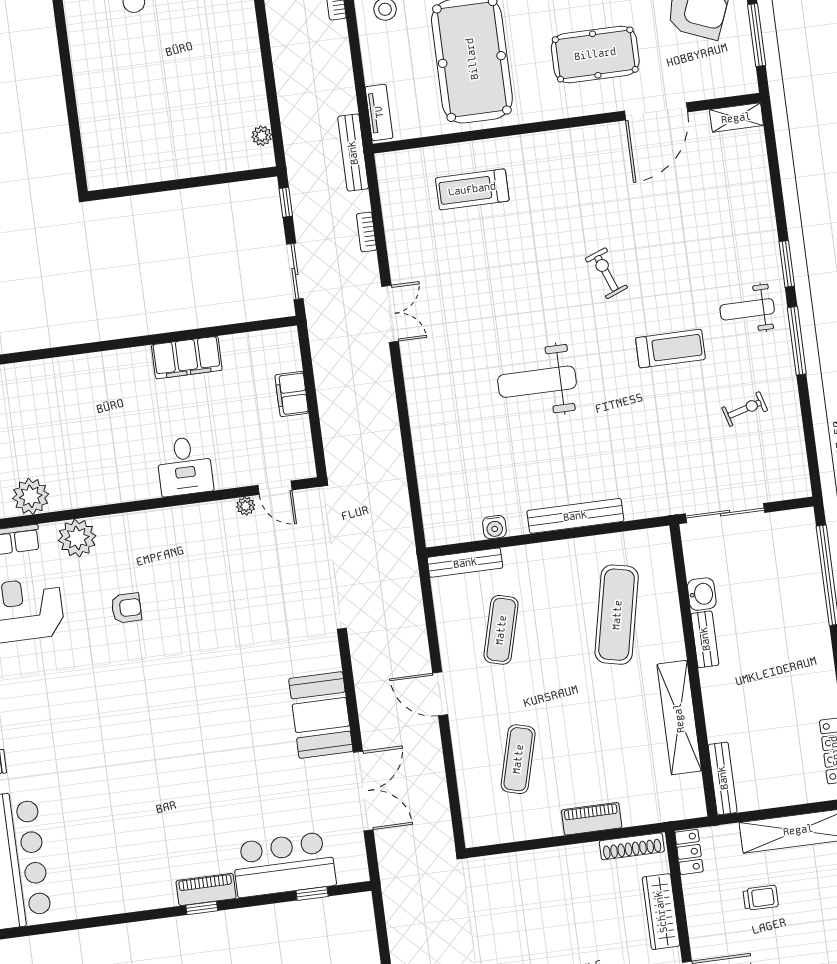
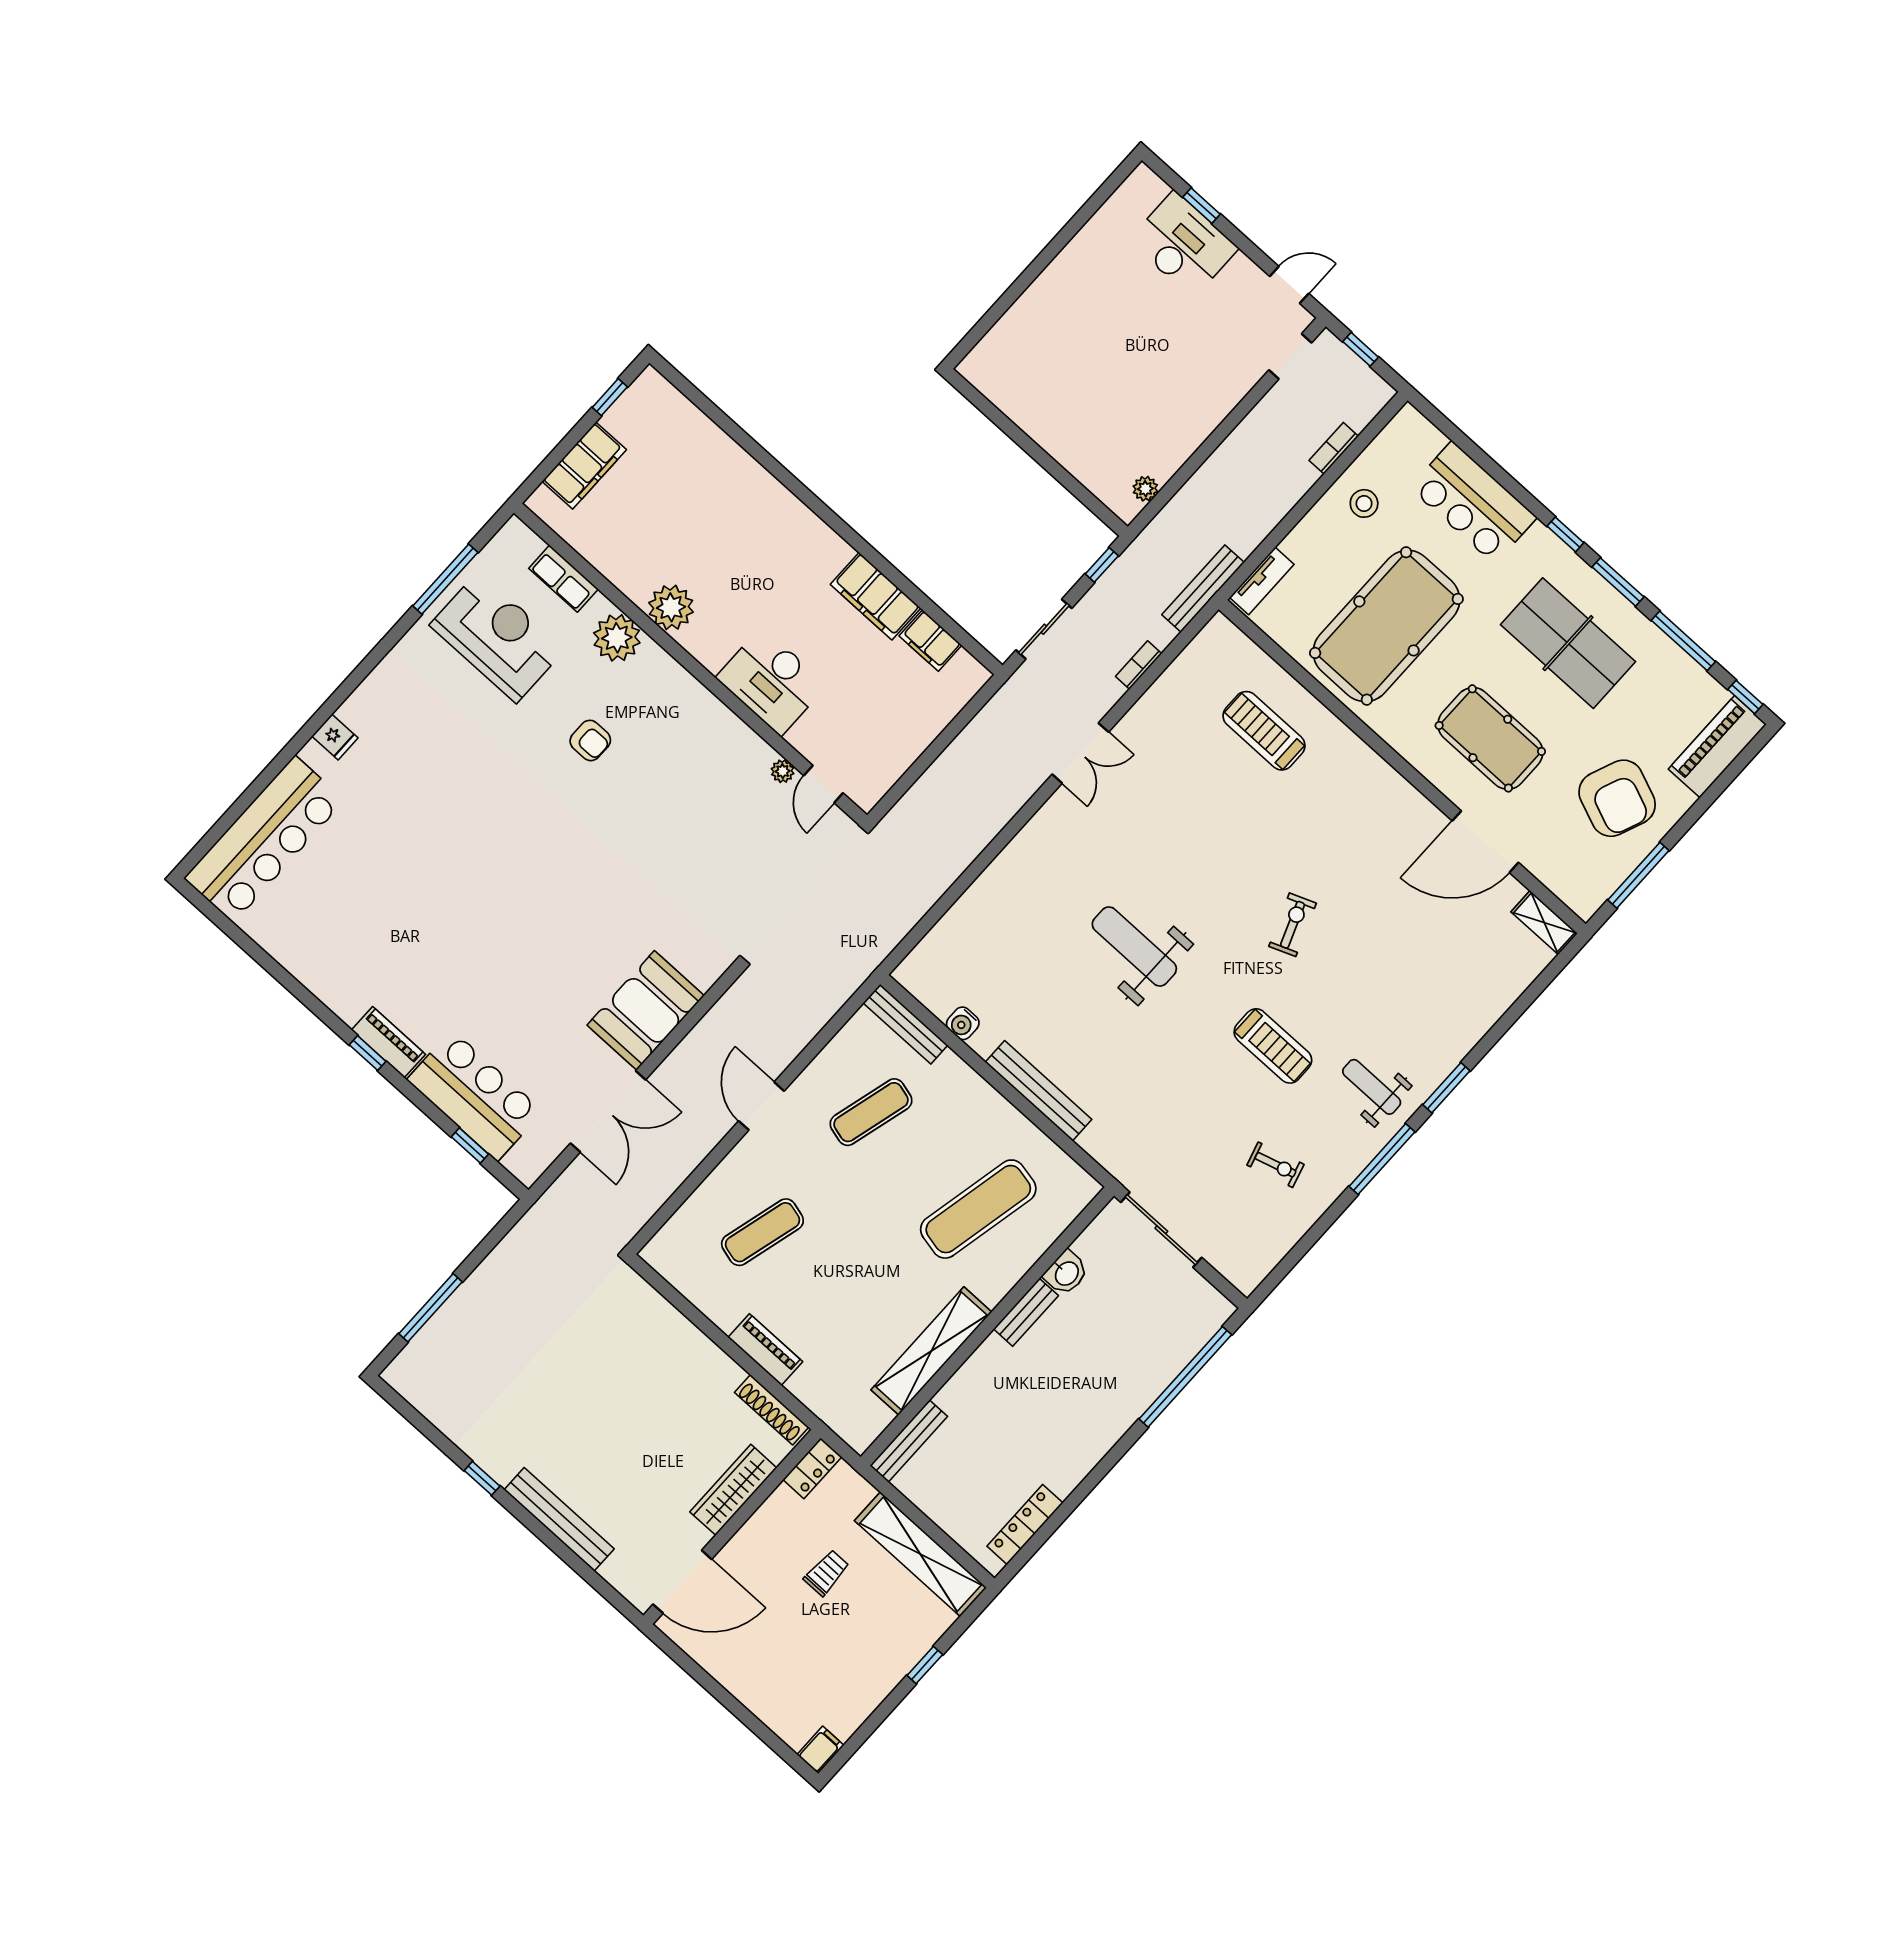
filing cabinet: (292, 394) -> (930, 641), moved, turned -90
desk: (185, 466) -> (771, 681), width x1.37
plant: (31, 496) -> (671, 607), moved
trolley: (761, 898) -> (827, 1573), turned -90

